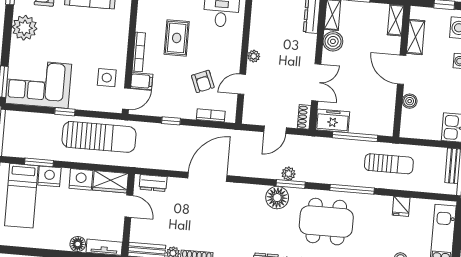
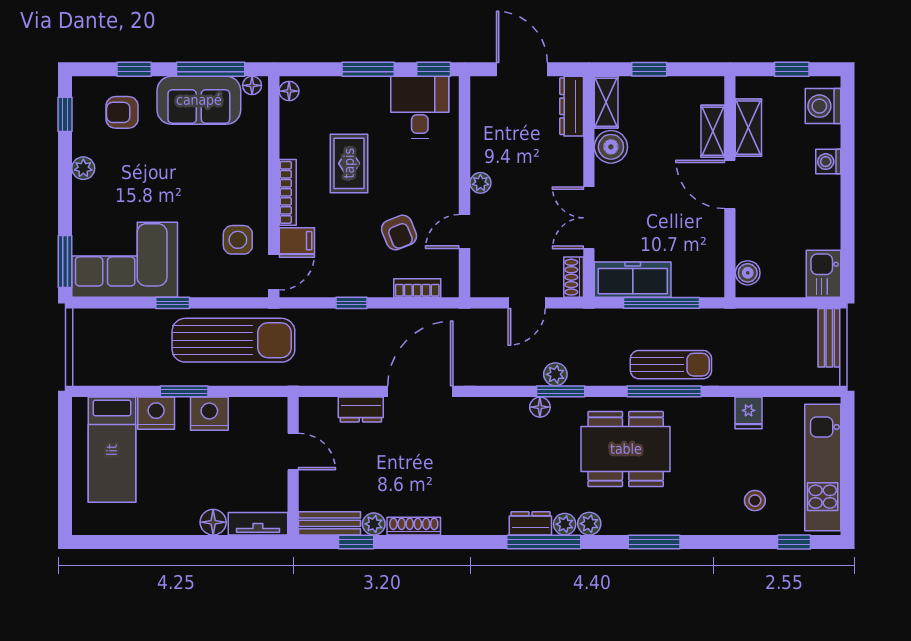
shelving: (396, 20) -> (713, 131), moved
plant: (25, 28) -> (83, 168), width x0.53, depth x0.53
double door: (316, 82) -> (589, 218), swing flipped
boiler: (410, 101) -> (748, 273), moved
freezer: (333, 121) -> (633, 280), width x1.40
window: (39, 162) -> (184, 391), moved
sun lounger: (389, 164) -> (671, 365), moved
wardrobe: (110, 182) -> (259, 414), removed
dresser: (153, 183) -> (361, 409), moved
floor lamp: (277, 198) -> (540, 407), width x0.53, depth x0.53

